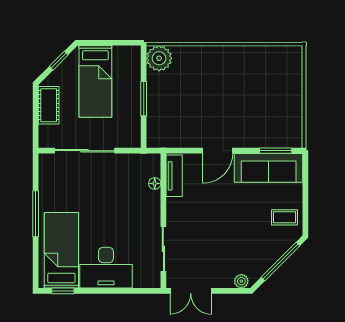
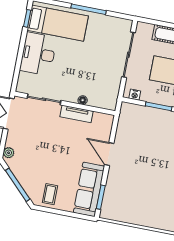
nightstand: (135, 132) -> (135, 95), added
tv unit: (174, 176) -> (77, 114), moved
floor lamp: (155, 183) -> (83, 100), moved

